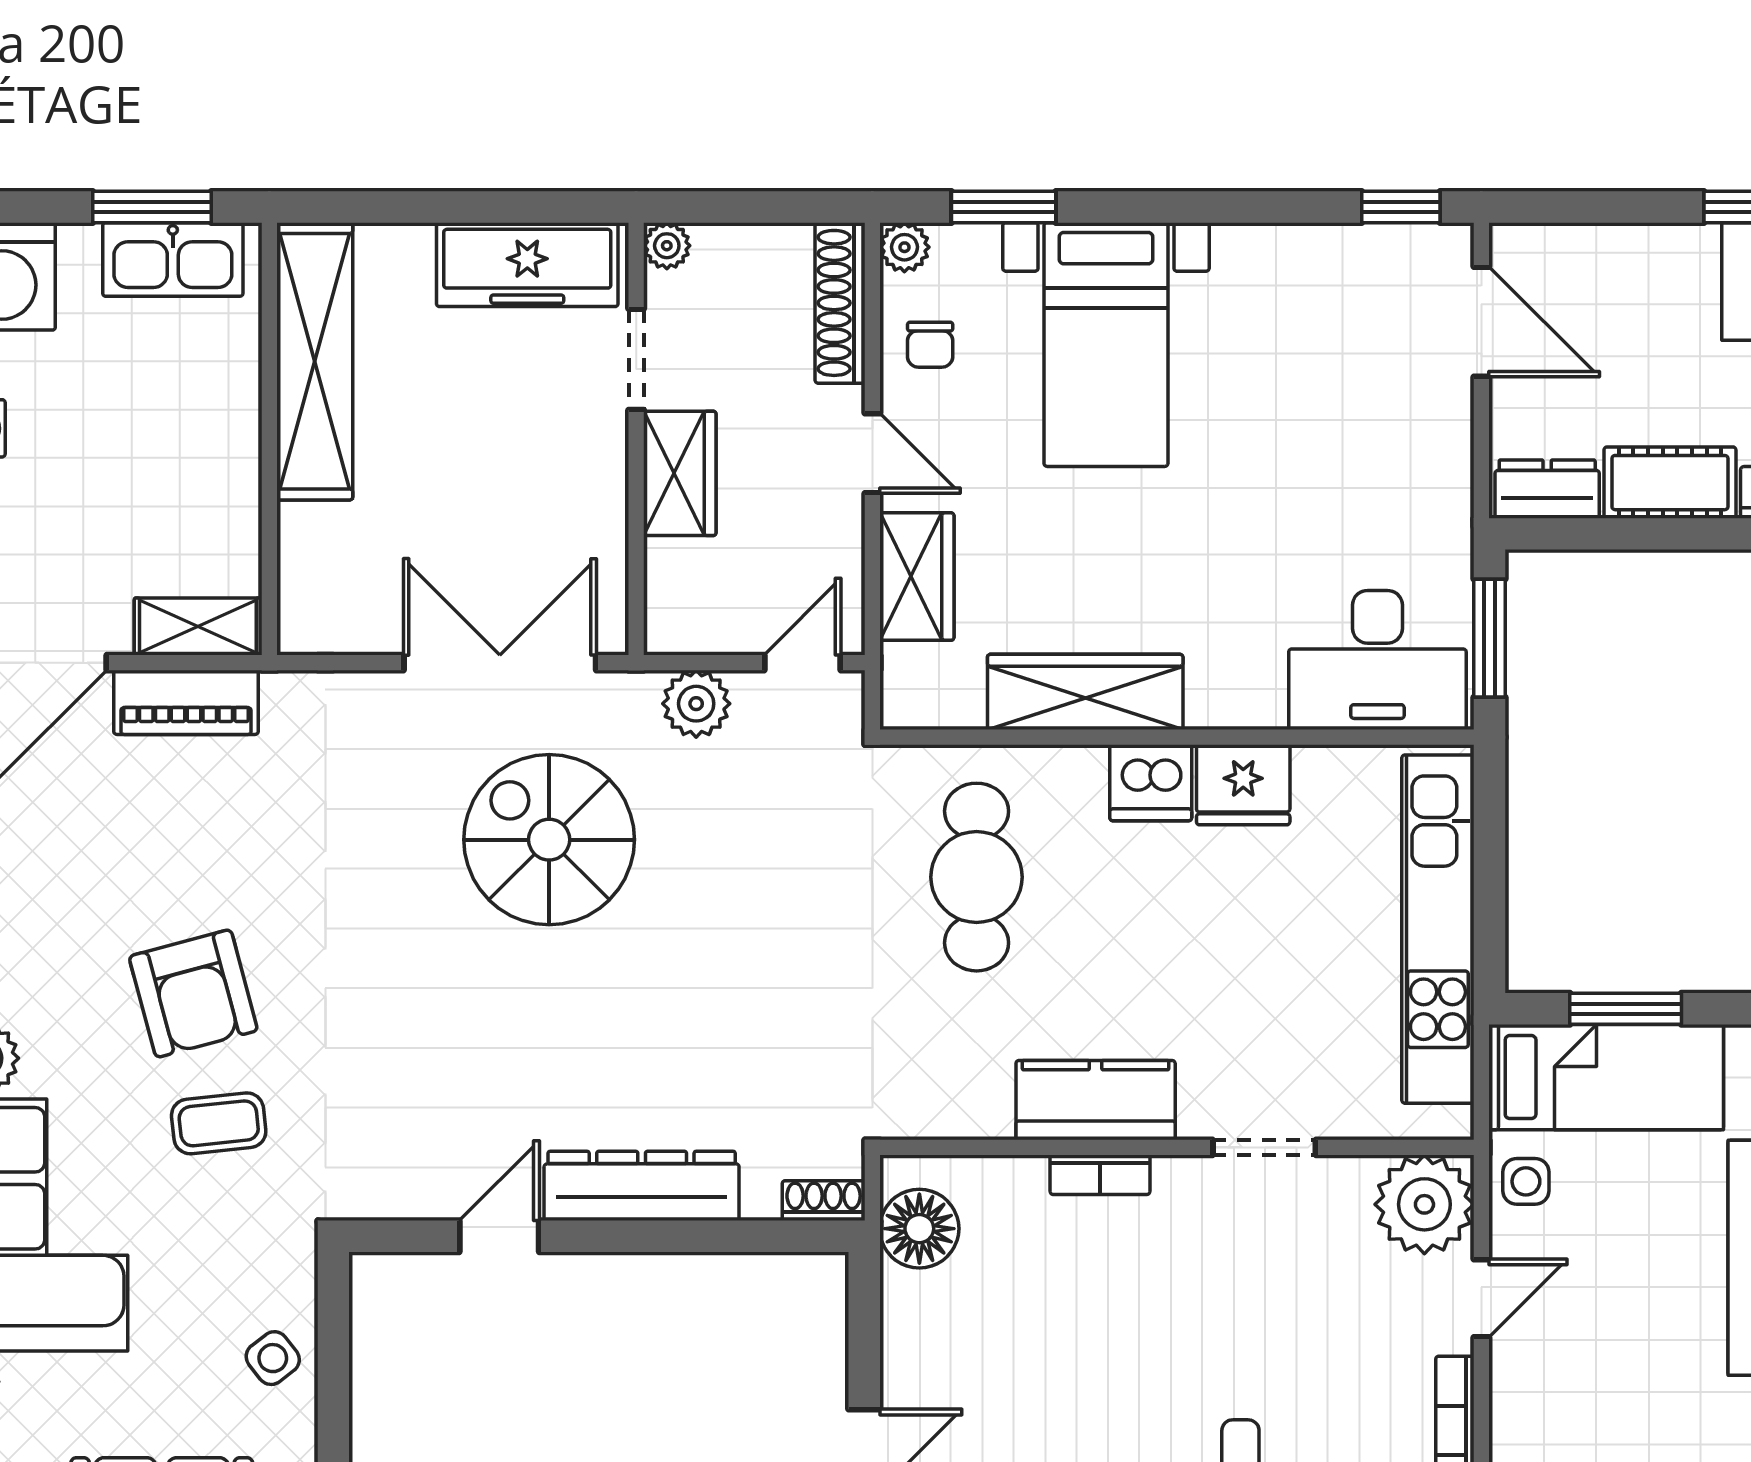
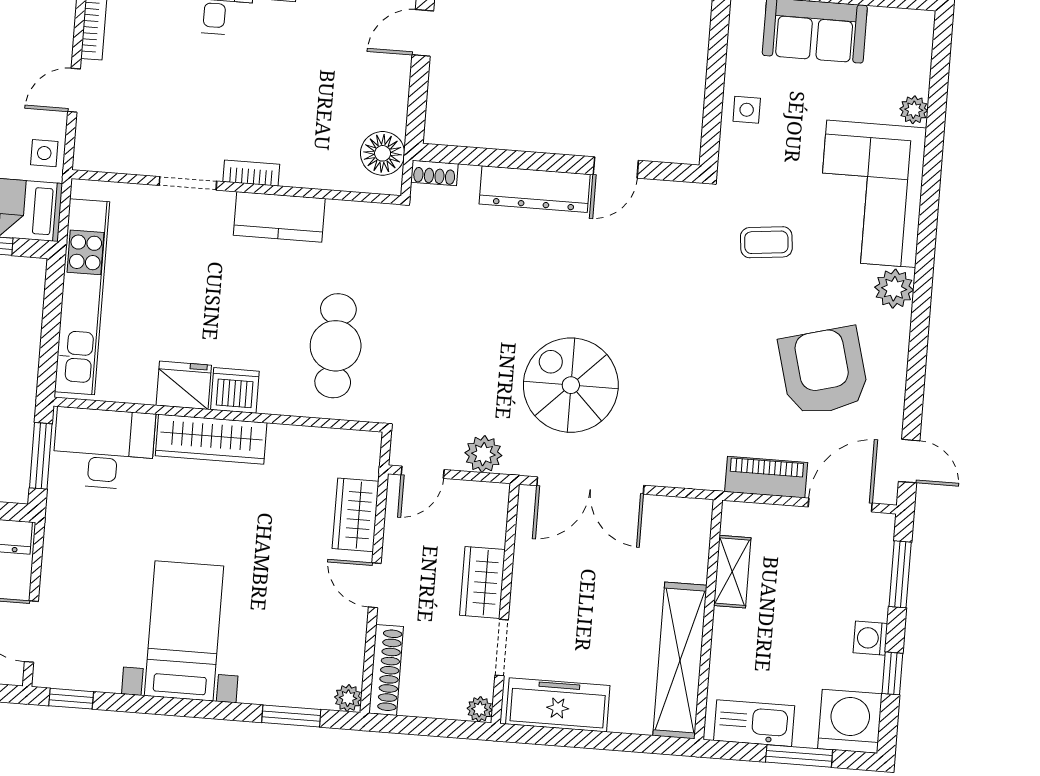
window: (152, 207) -> (799, 756), moved
chair: (930, 345) -> (338, 643), removed
bed with nightstands: (1106, 345) -> (184, 631), moved
shelving: (198, 627) -> (732, 572), moved, turned 90
wardrobe: (1085, 692) -> (211, 439), moved
spiral stairs: (549, 840) -> (571, 385), turned 180
armchair: (193, 993) -> (824, 371), moved, width x1.36, depth x1.36
bookcase: (1100, 1175) -> (251, 173), moved
plant: (1424, 1204) -> (101, 145), removed
side table: (273, 1358) -> (747, 110), turned 38

